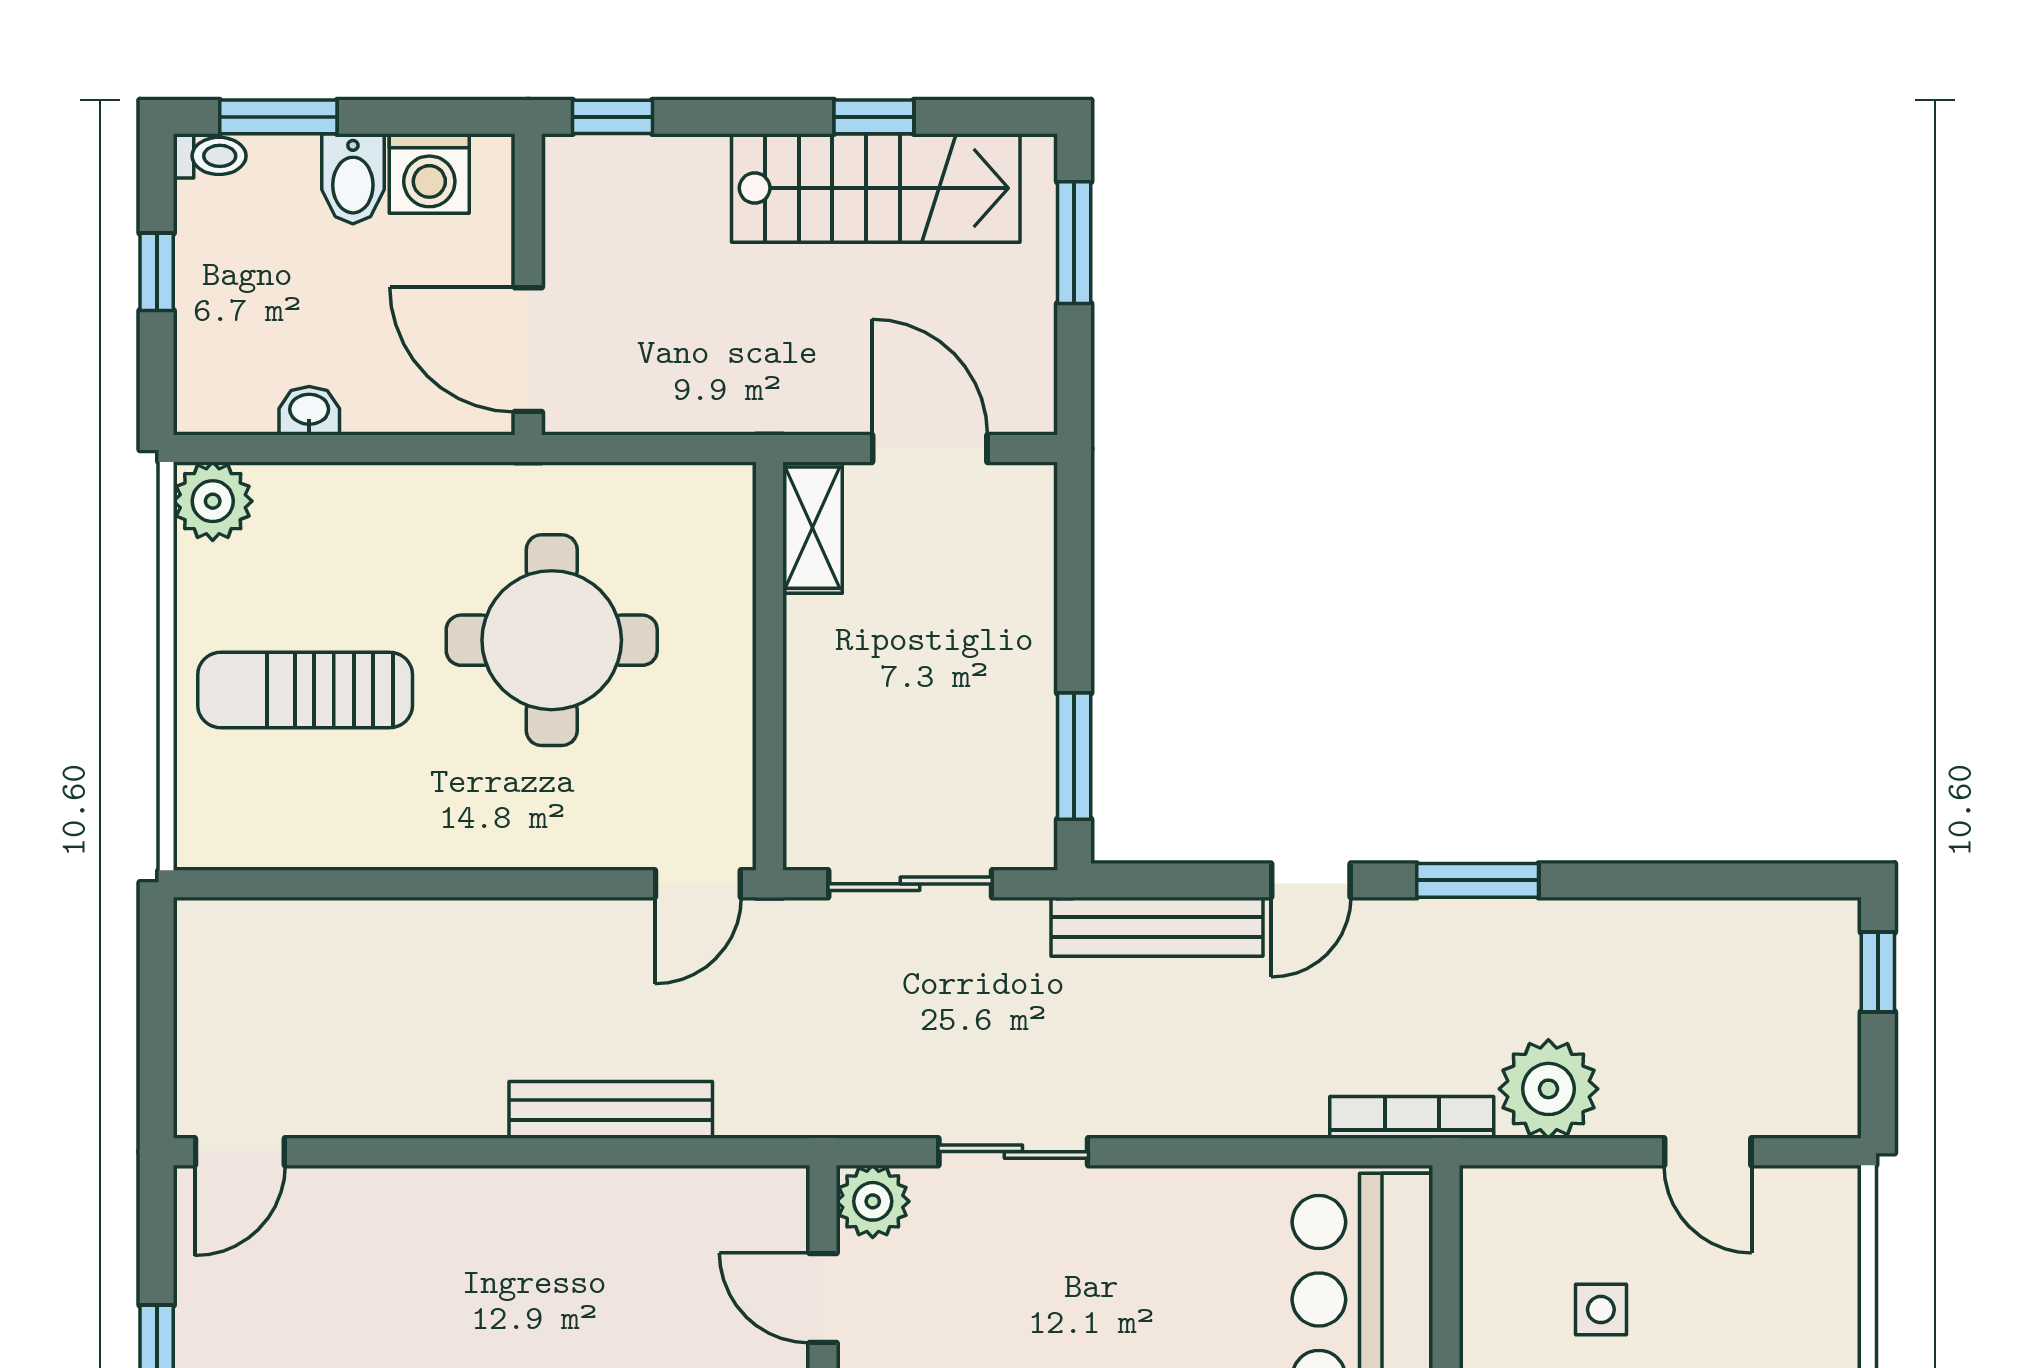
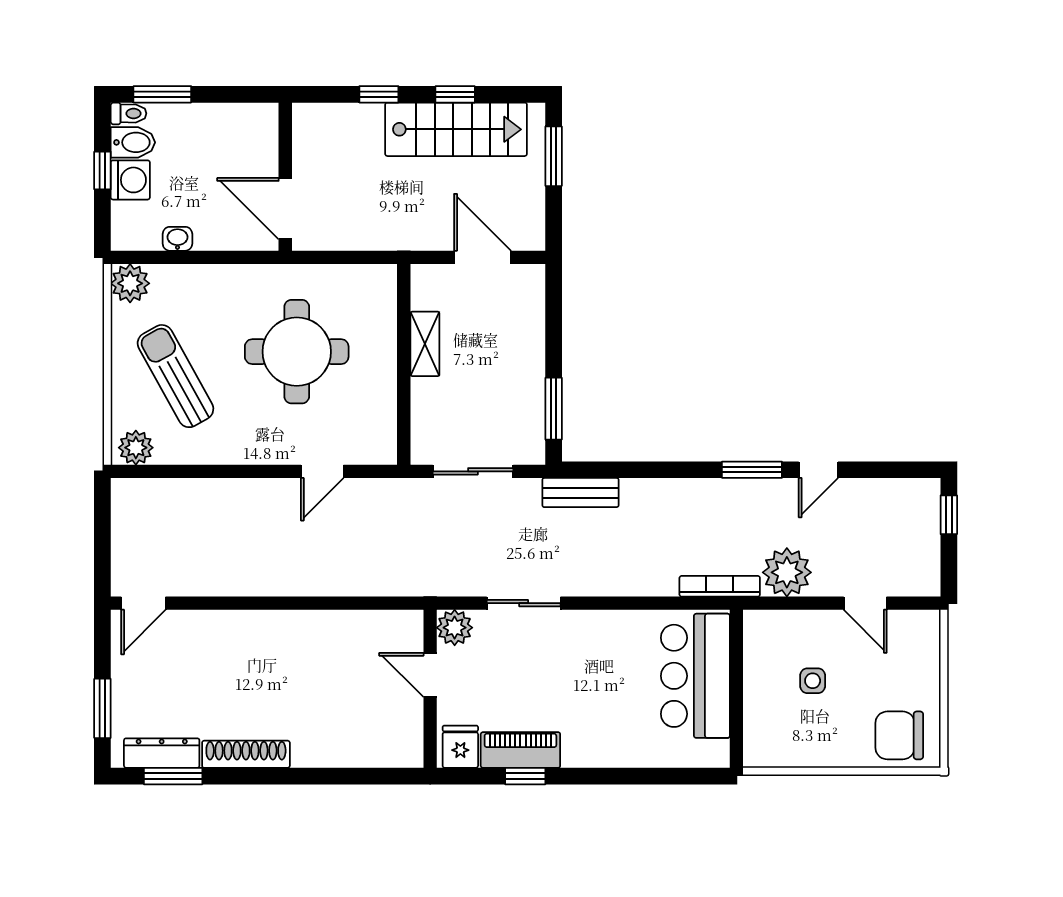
window: (613, 117) -> (379, 94), moved
washing machine: (429, 173) -> (130, 180), moved, turned -90
bidet: (353, 179) -> (133, 142), moved, turned -90
shelving: (812, 528) -> (425, 344), moved
sun lounger: (305, 690) -> (175, 376), turned 61
plant: (224, 835) -> (136, 448), added
door: (1311, 880) -> (818, 470), moved
door: (698, 884) -> (322, 471), moved
bench: (1157, 927) -> (580, 493), width x0.73
bench: (611, 1110) -> (326, 583), removed

